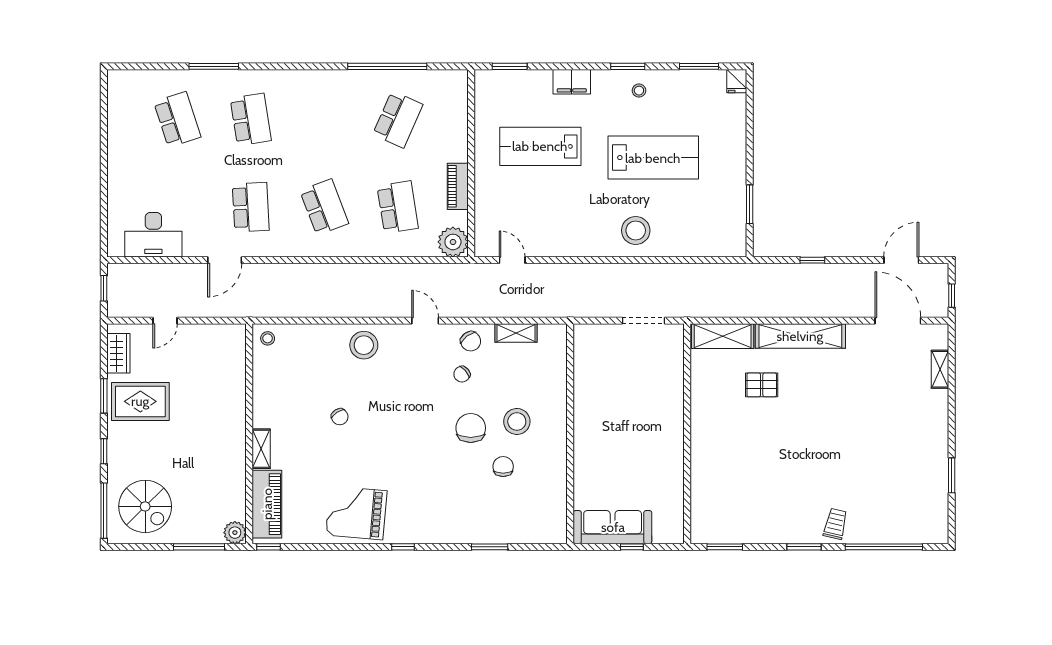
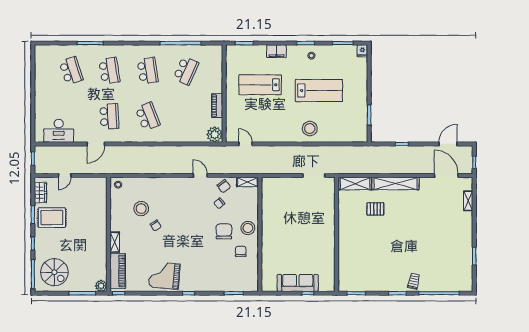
school desk: (398, 207) -> (148, 71), moved
stool: (364, 345) -> (141, 209), moved
wall: (570, 434) -> (260, 234), moved

